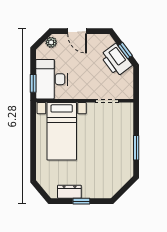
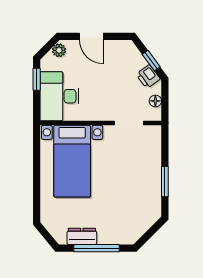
printer: (116, 60) -> (148, 77), width x0.53, depth x0.68
window: (33, 83) -> (37, 79), moved
floor lamp: (128, 83) -> (155, 101), added
window: (81, 201) -> (97, 248), width x2.17

